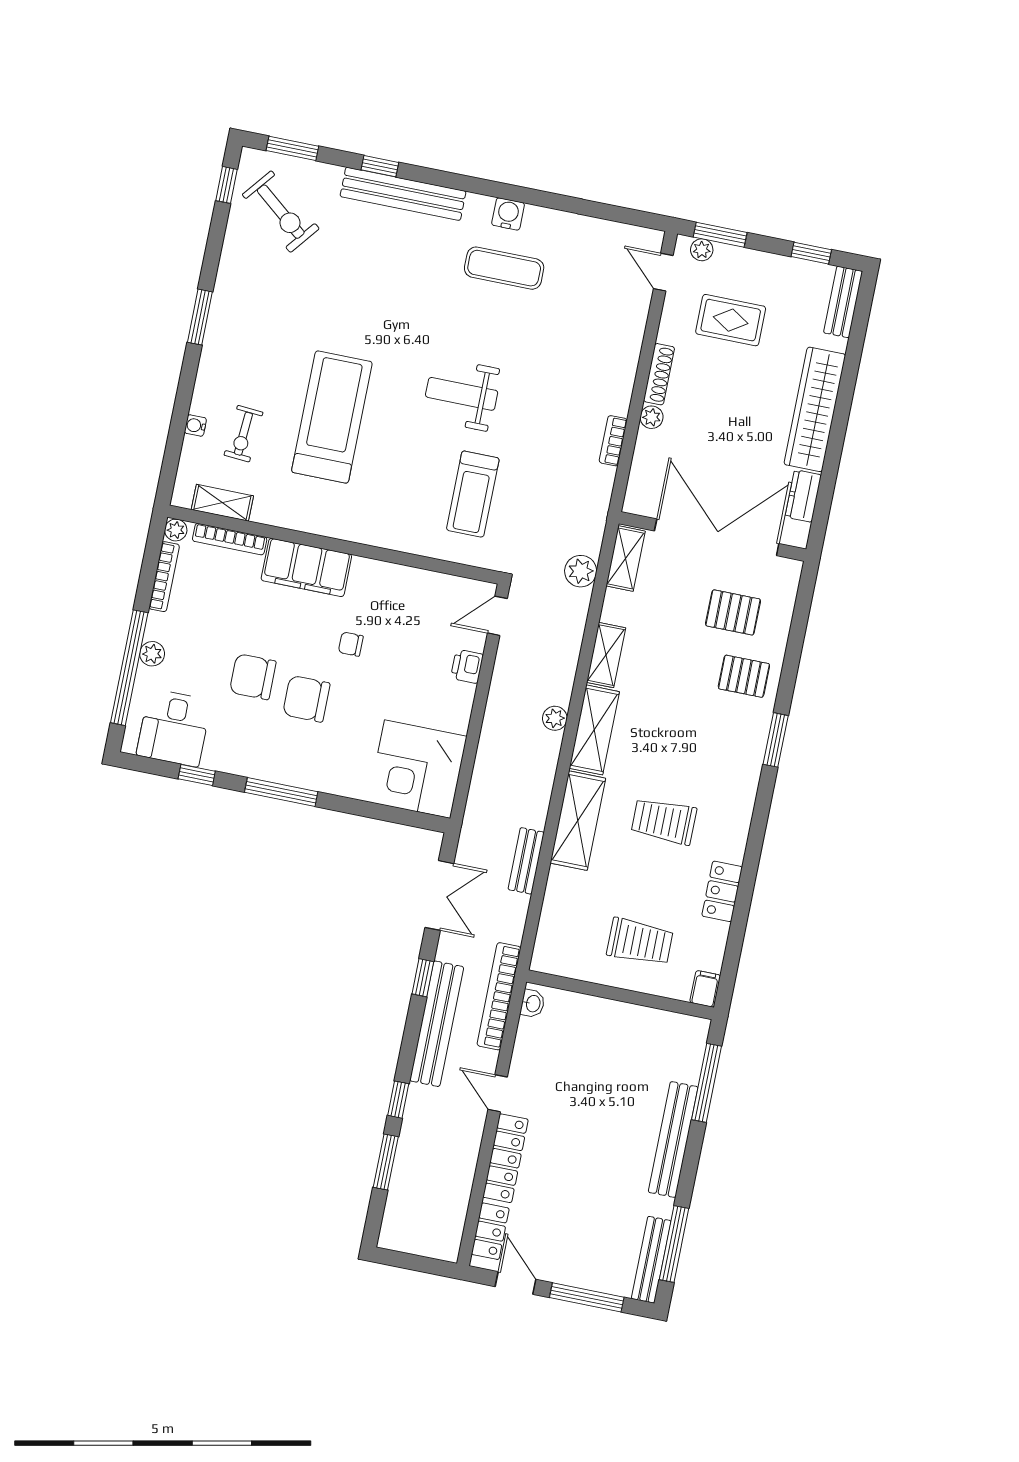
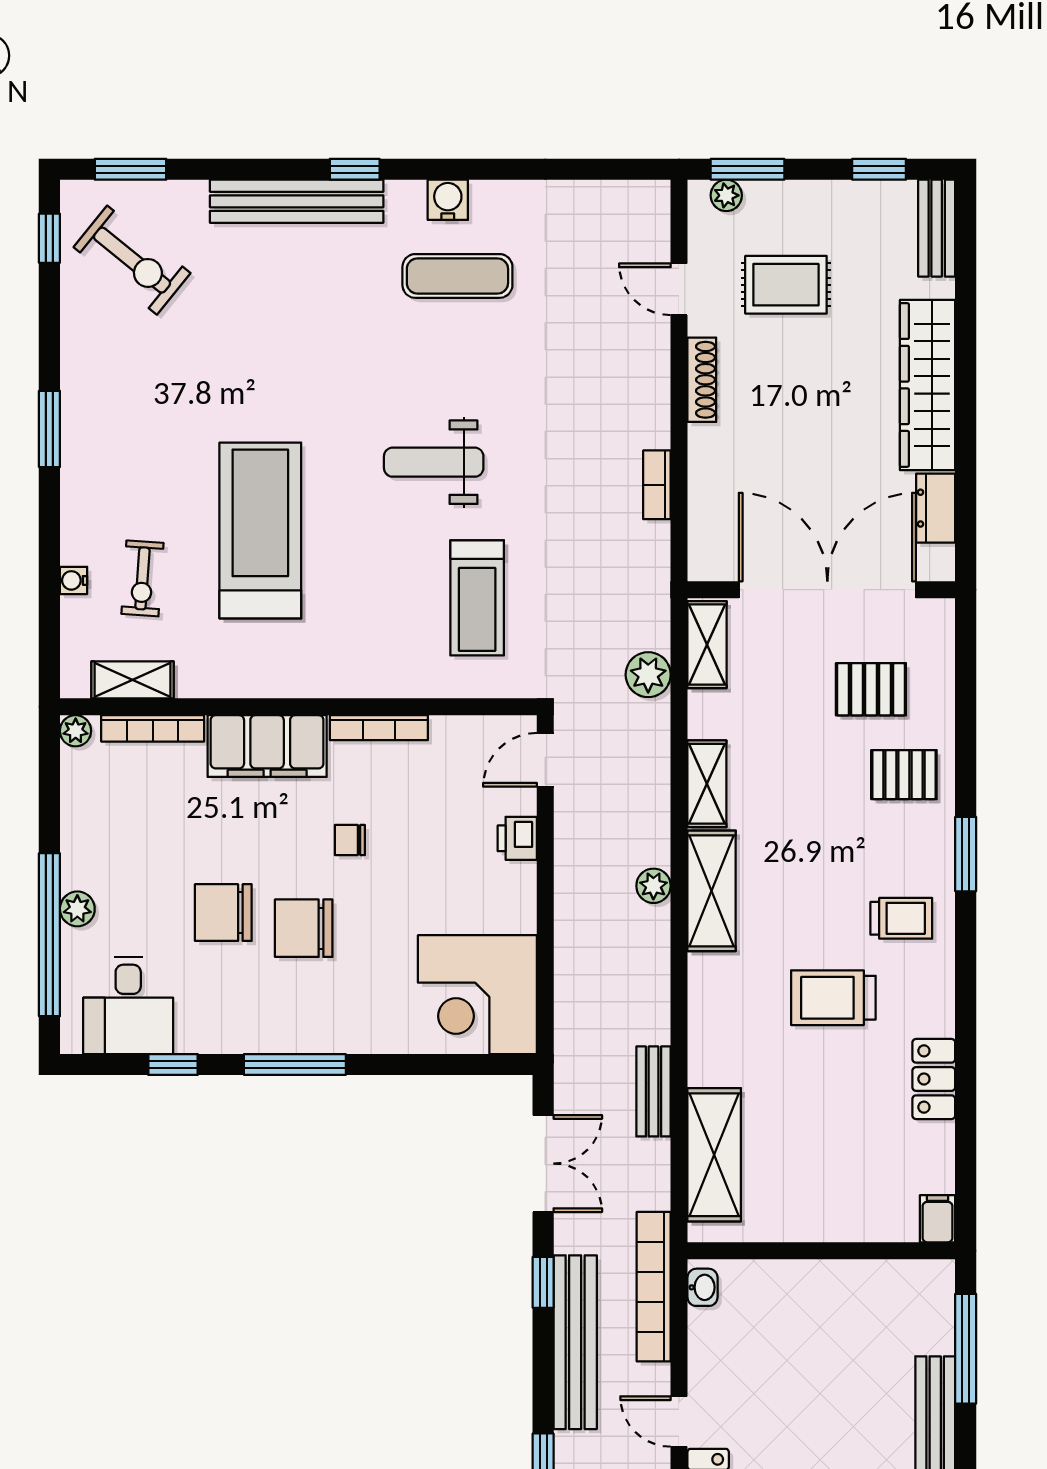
window: (380, 166) -> (355, 169), moved
door: (663, 272) -> (679, 289), moved
plant: (652, 417) -> (704, 441), removed
bookcase: (164, 577) -> (379, 728), moved, turned 90
shelving: (578, 821) -> (714, 1155), moved
trolley: (640, 942) -> (901, 918), moved, width x0.73, depth x0.72

